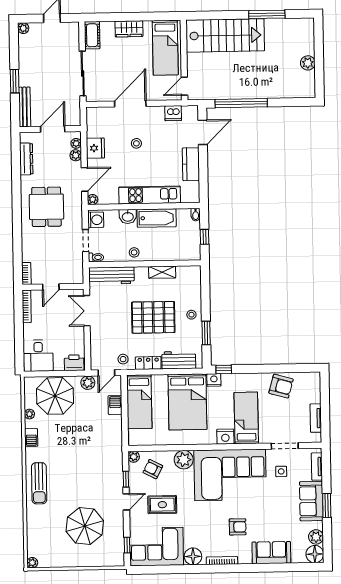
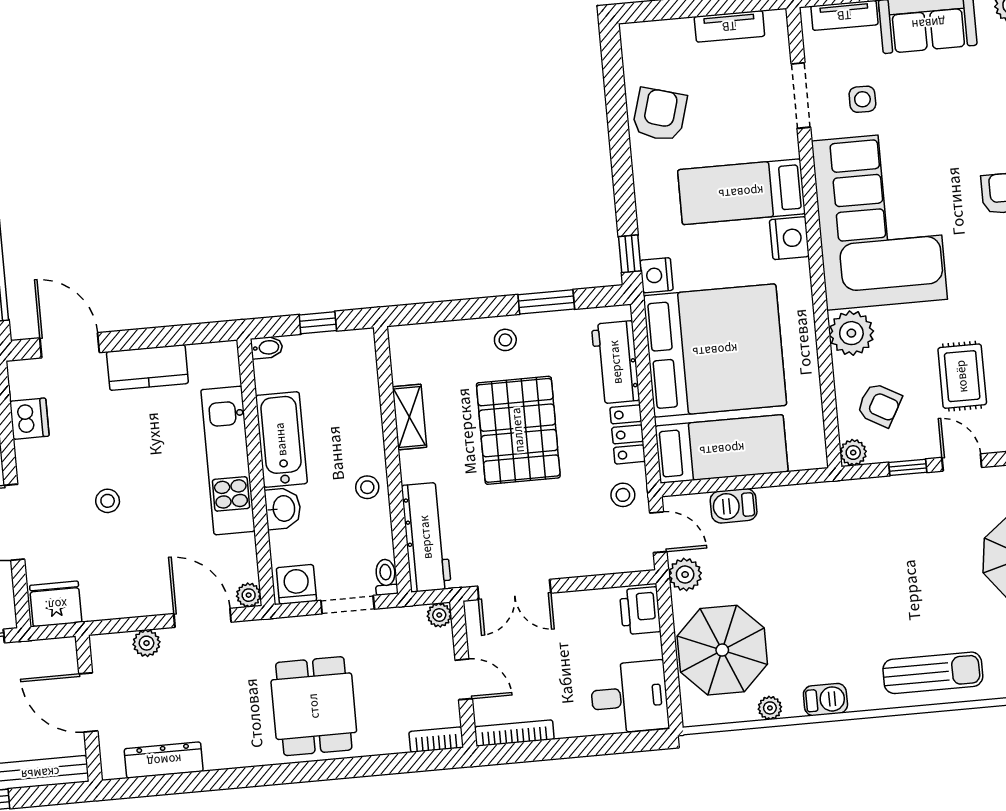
plant: (76, 143) -> (439, 615), moved
fridge: (95, 148) -> (56, 604), moved
dining table: (46, 207) -> (314, 706), moved, turned 90
bed: (187, 402) -> (715, 350), width x1.36
armchair: (153, 469) -> (879, 405), turned -88

